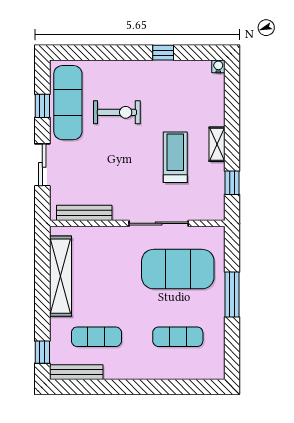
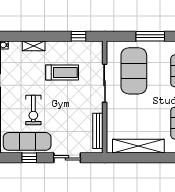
exercise bike: (117, 112) -> (33, 110), turned 180
shelving: (217, 144) -> (34, 46), moved
treadmill: (175, 157) -> (62, 73), turned 180

